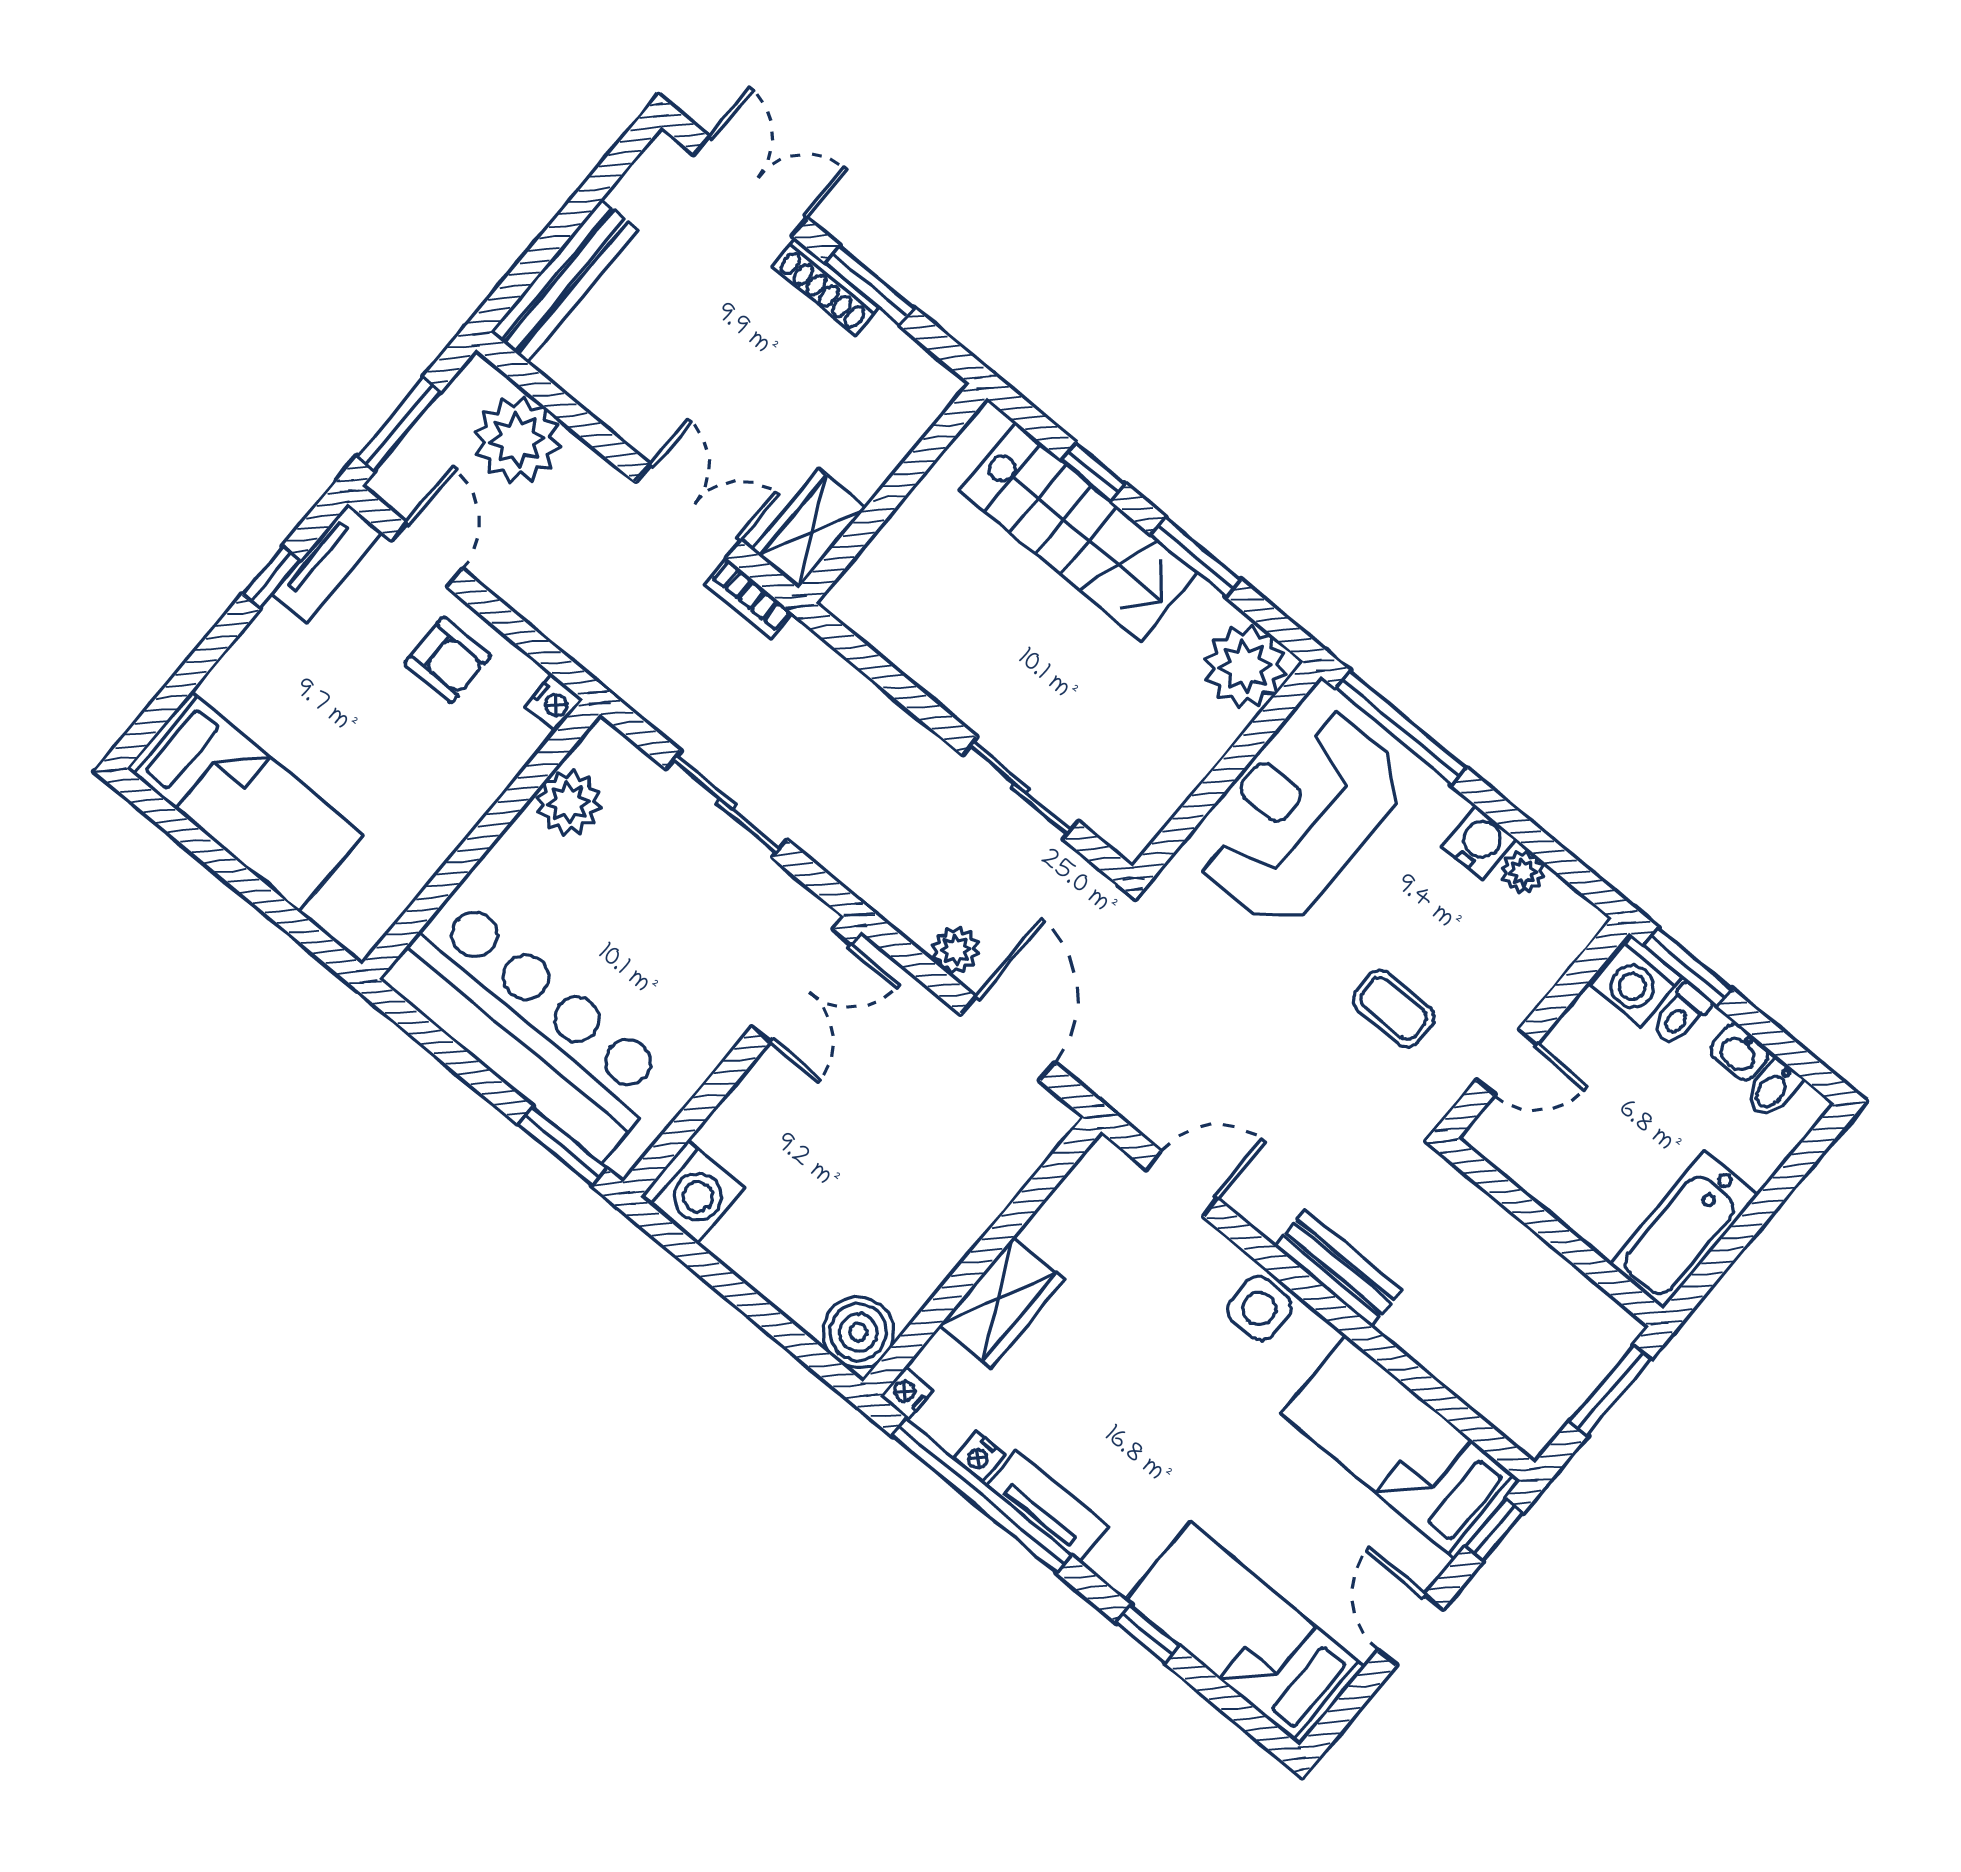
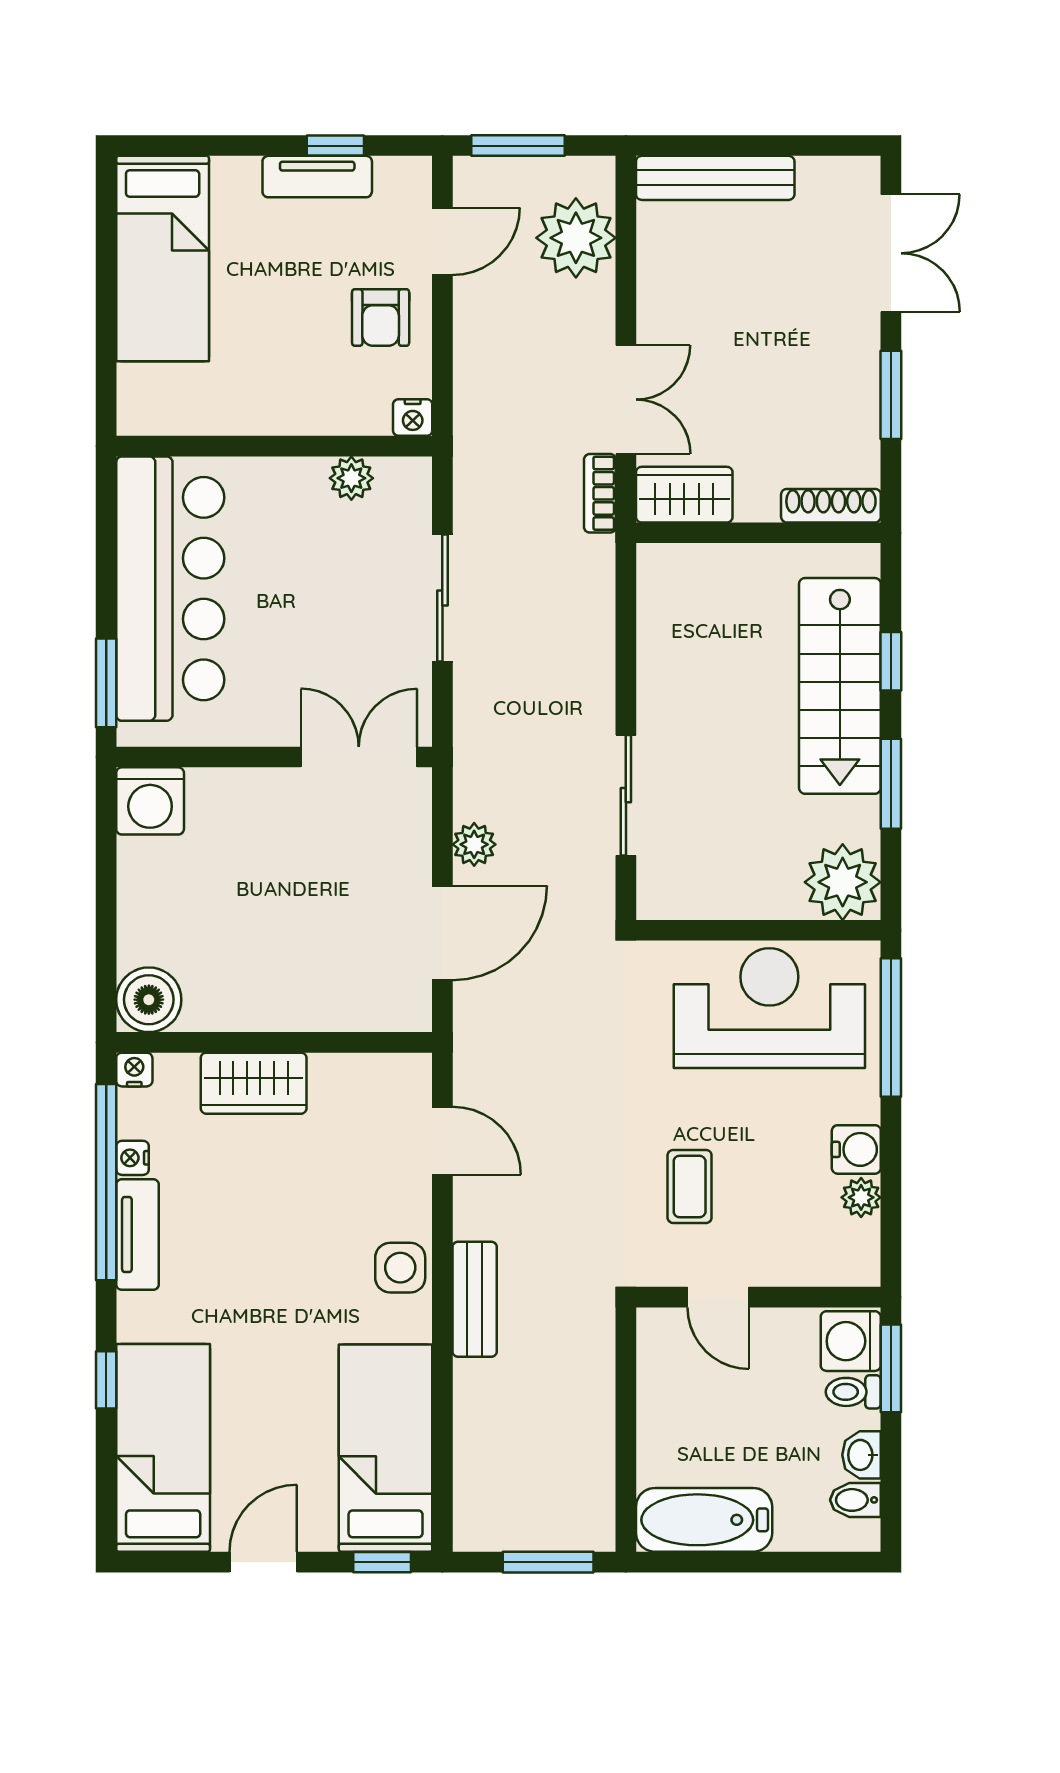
shoe rack: (825, 287) -> (831, 506), moved, turned 90
tv unit: (327, 564) -> (317, 177), moved
plant: (569, 803) -> (351, 478), width x0.73, depth x0.73
double door: (801, 986) -> (359, 757), swing flipped

